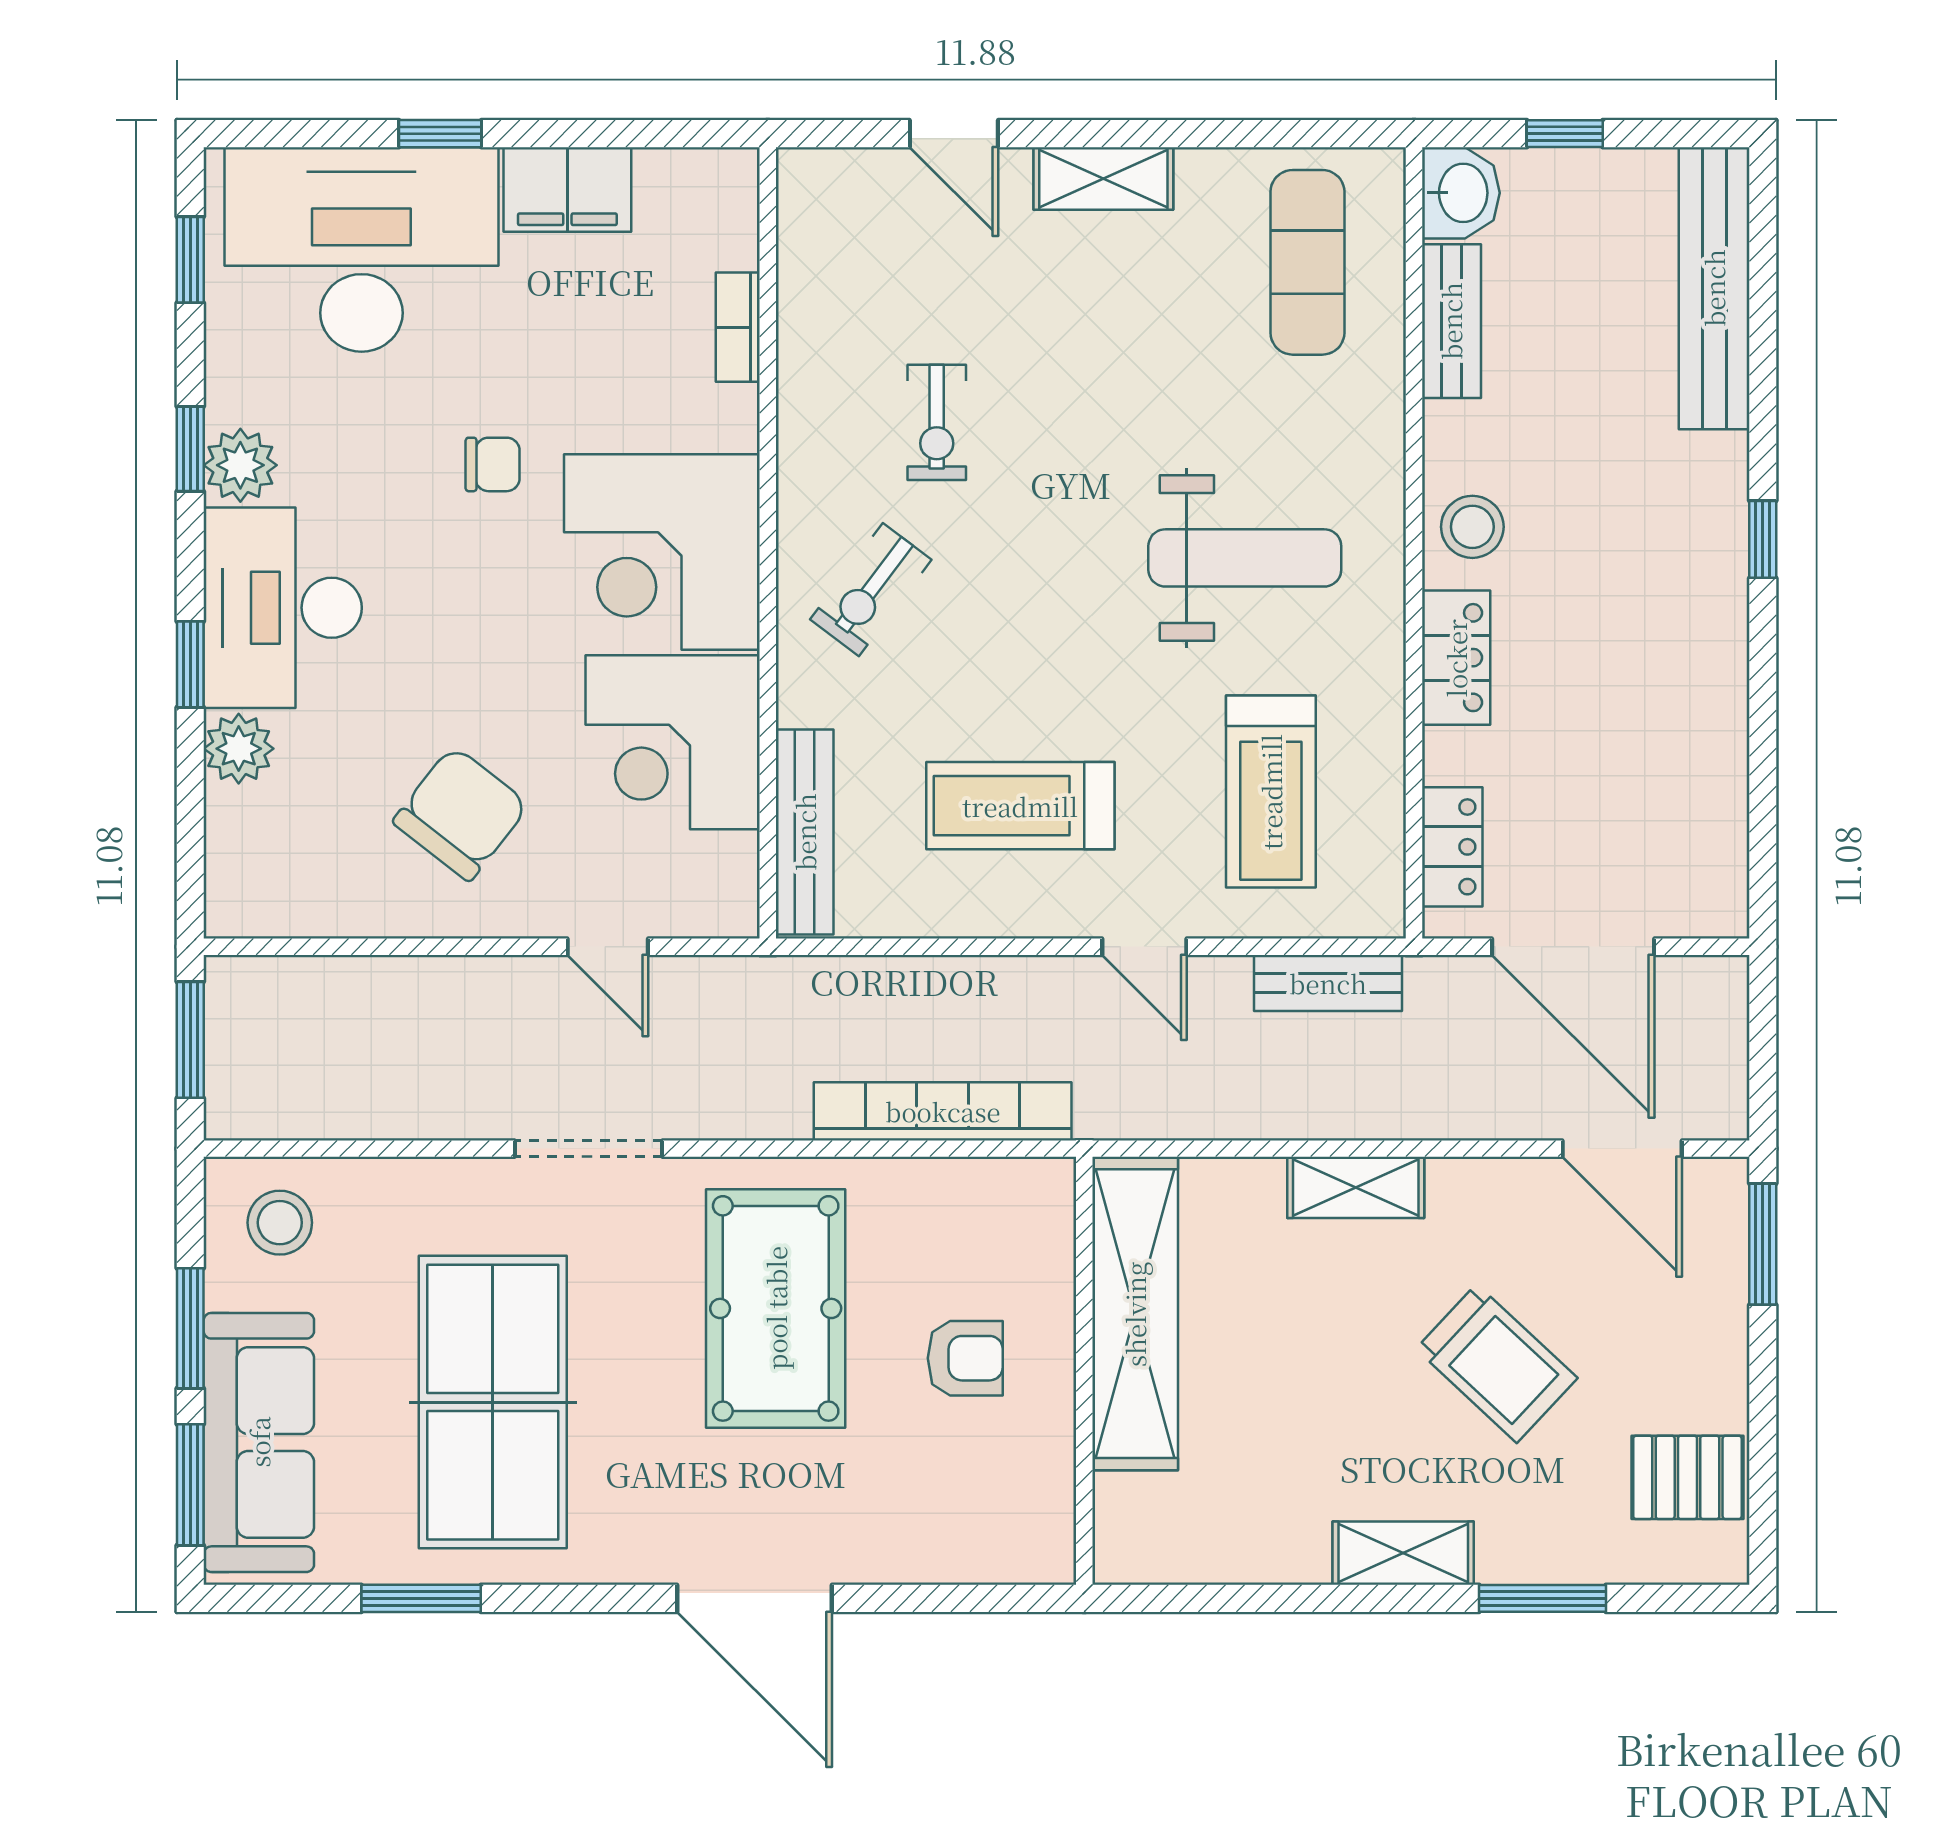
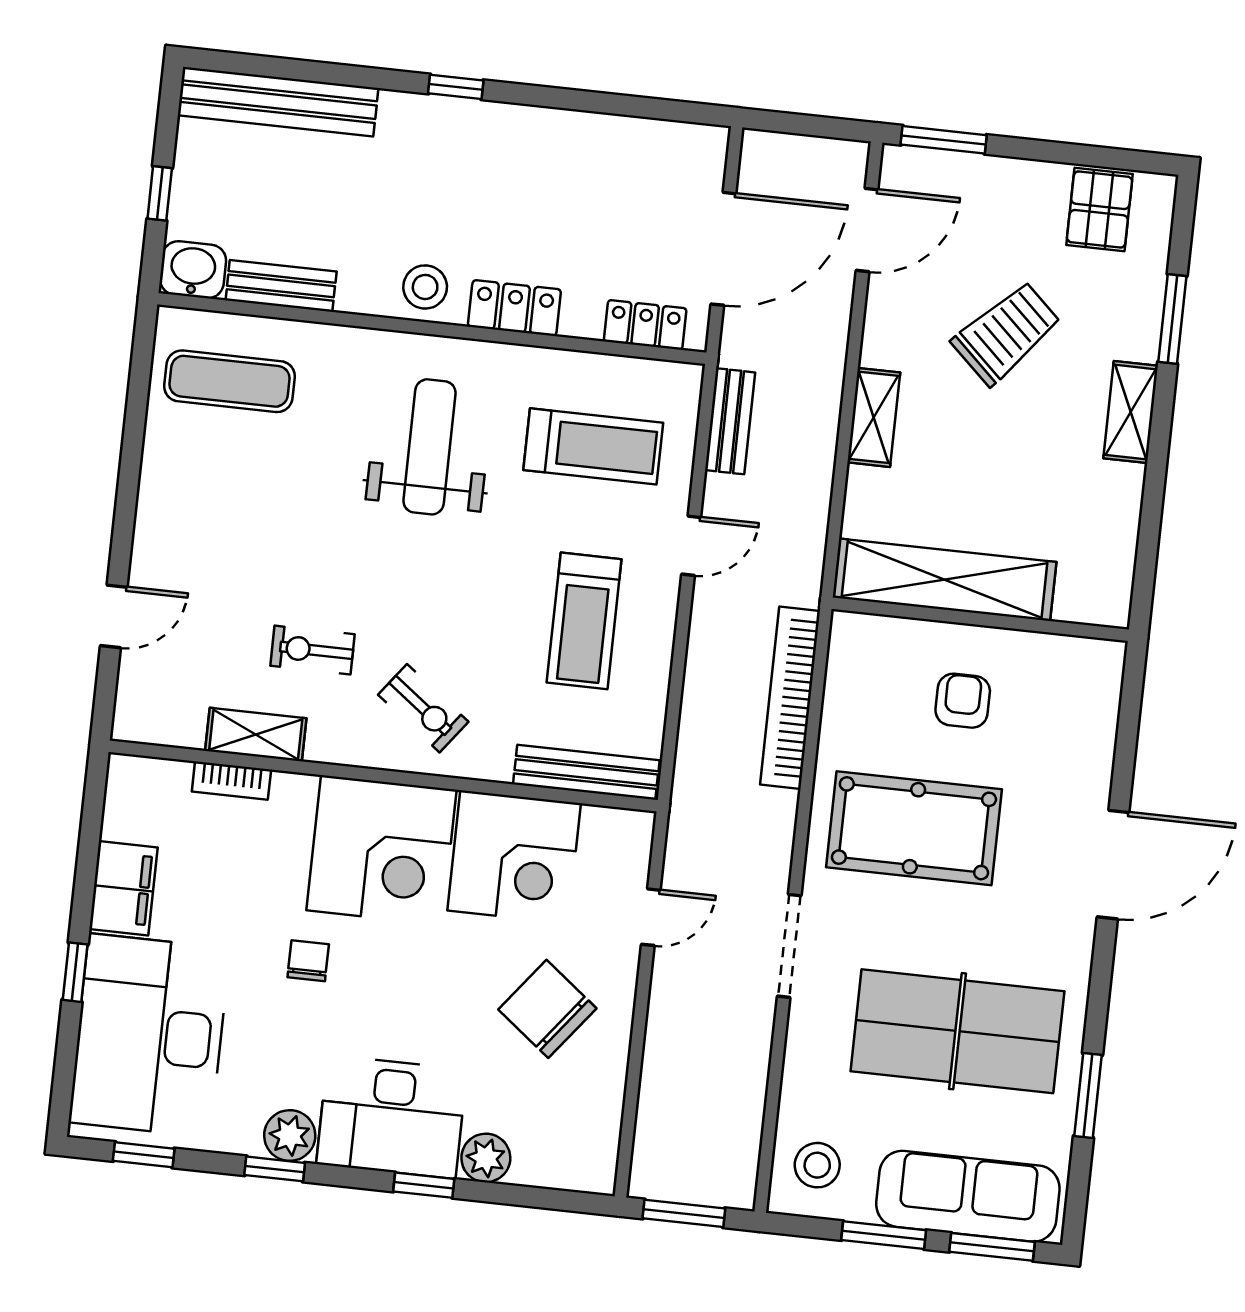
shelving: (1103, 178) -> (256, 735), moved, turned 90
exercise bike: (937, 422) -> (313, 650), turned 180

